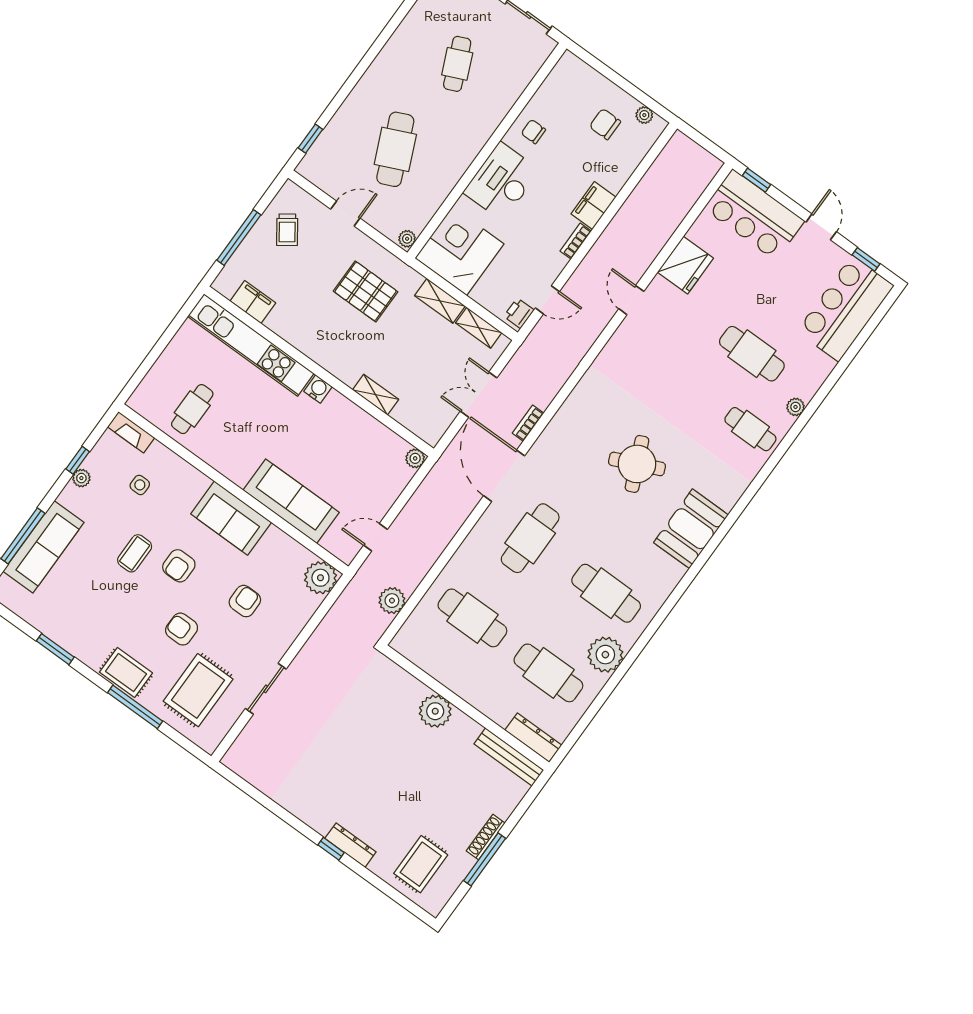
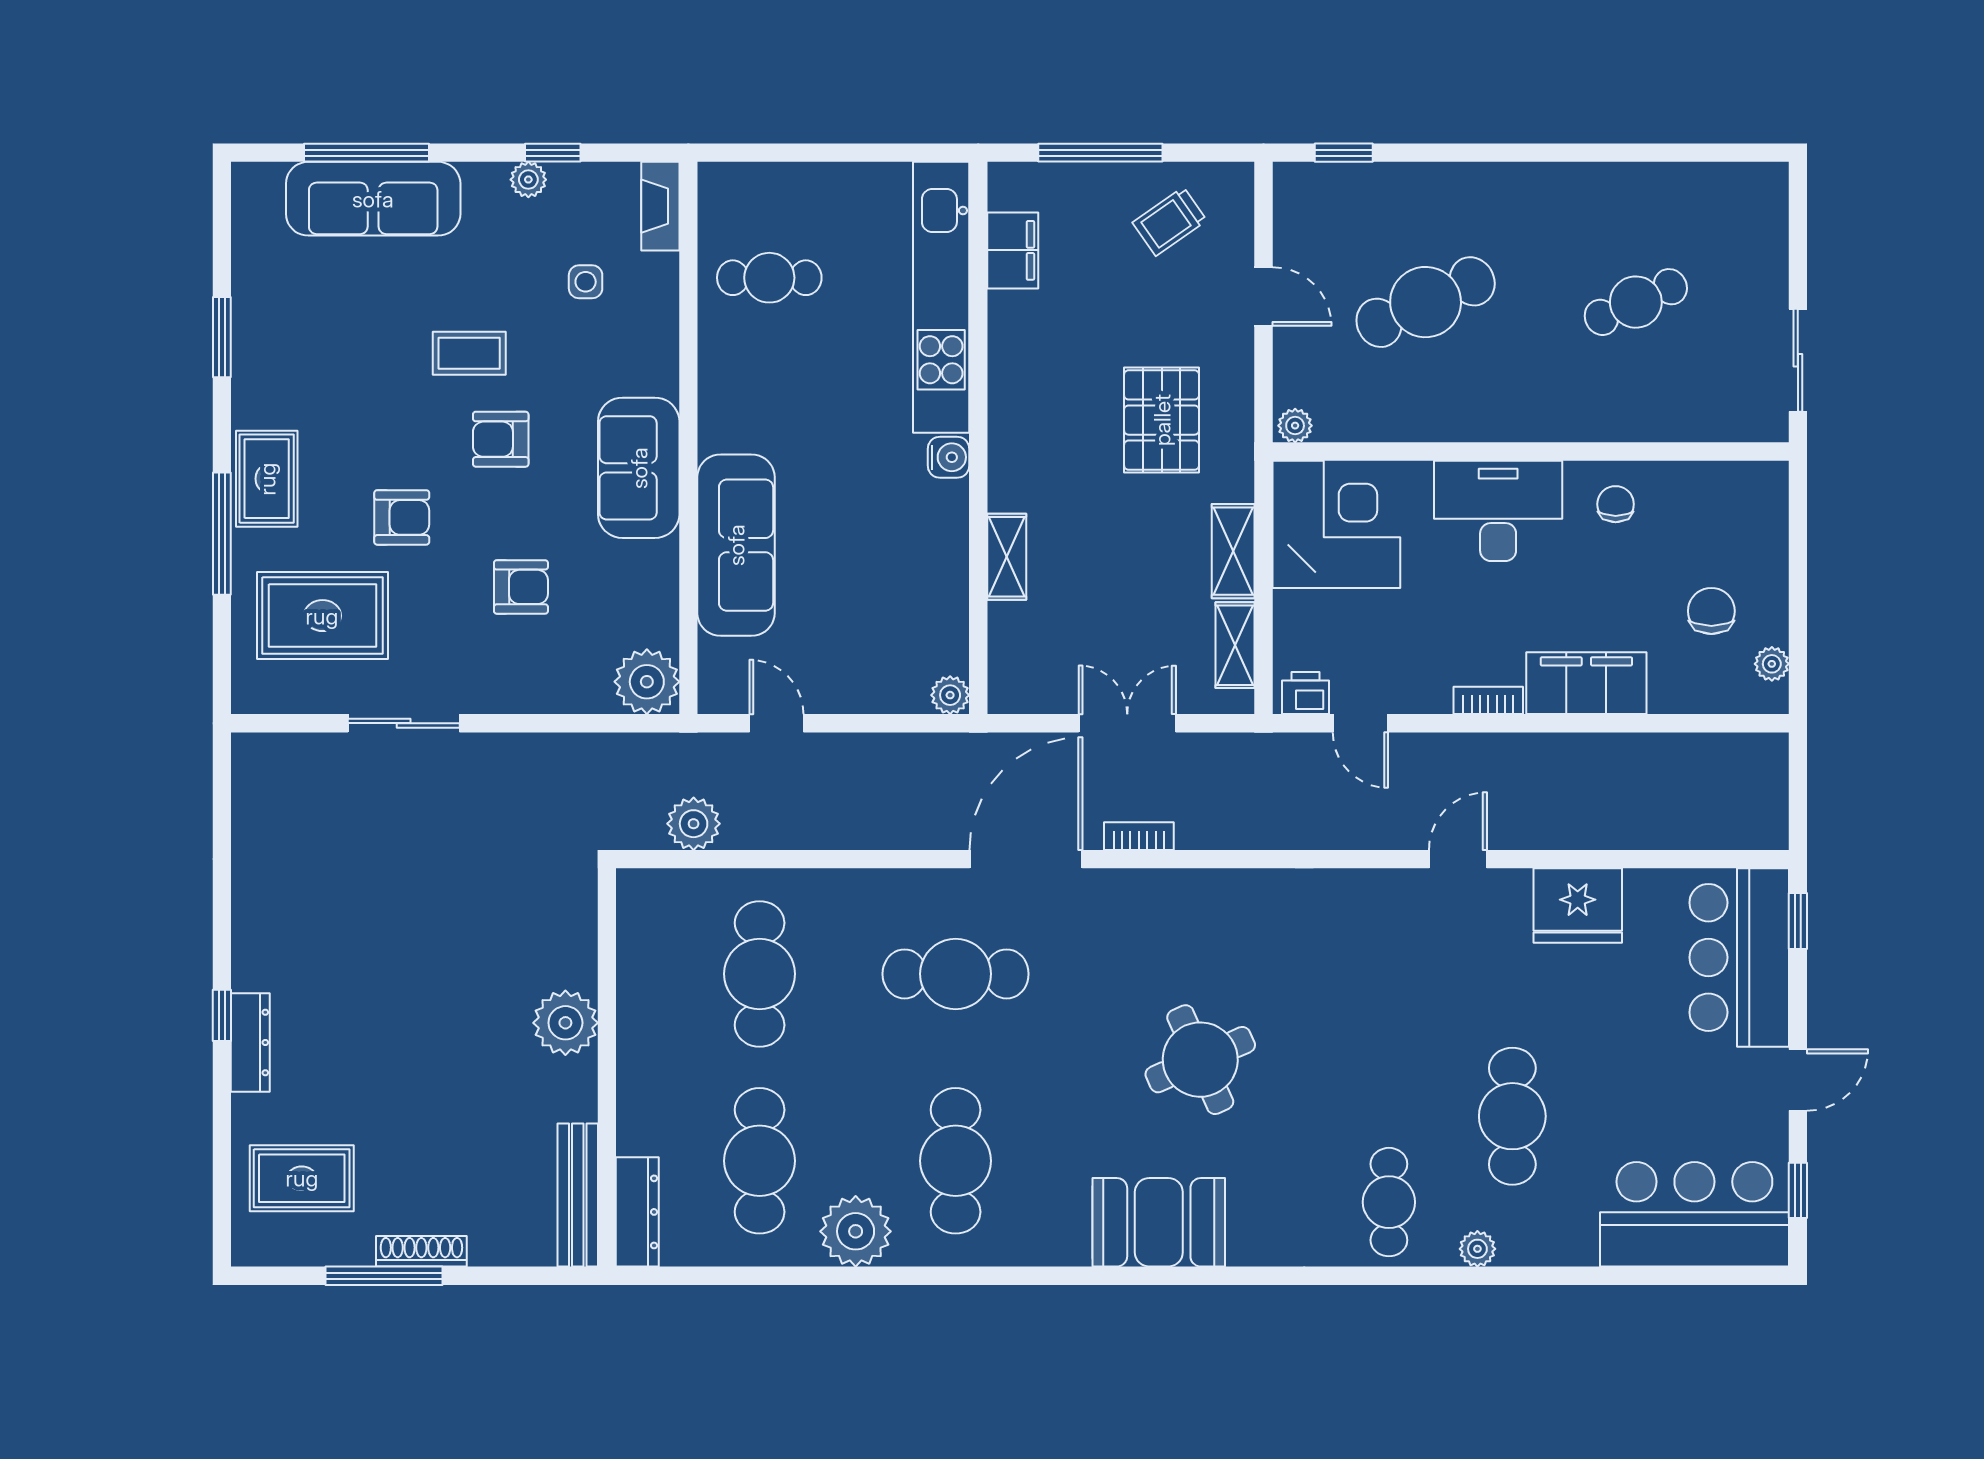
filing cabinet: (593, 206) -> (1586, 683), width x1.50, depth x1.17
armchair: (182, 629) -> (402, 517), turned 90

